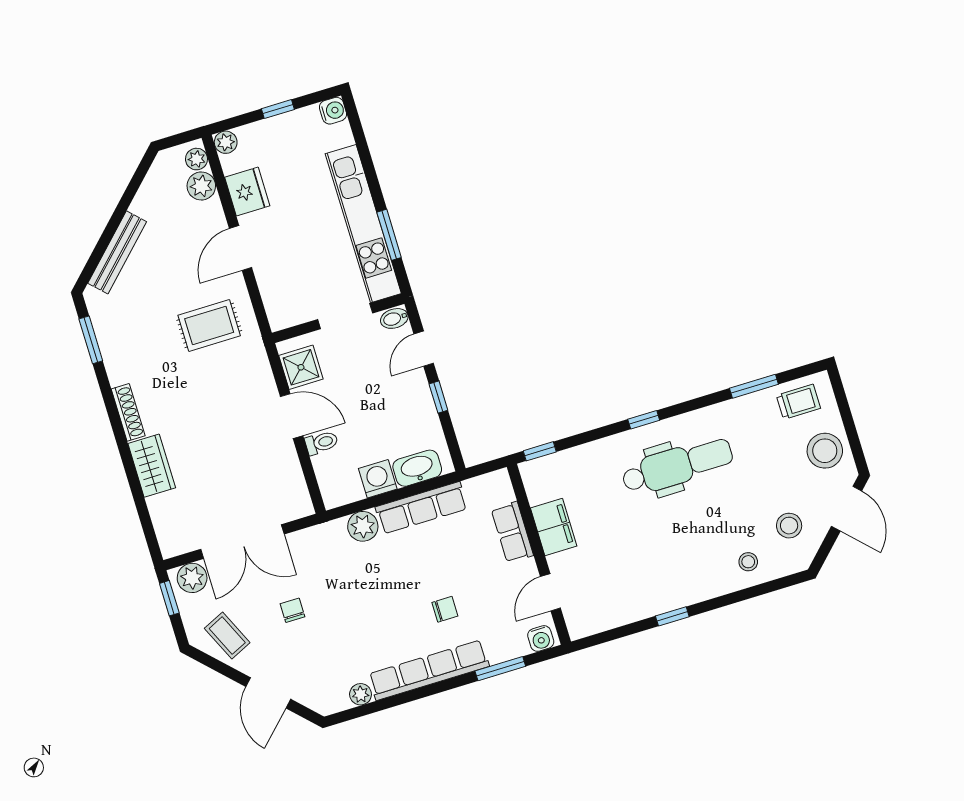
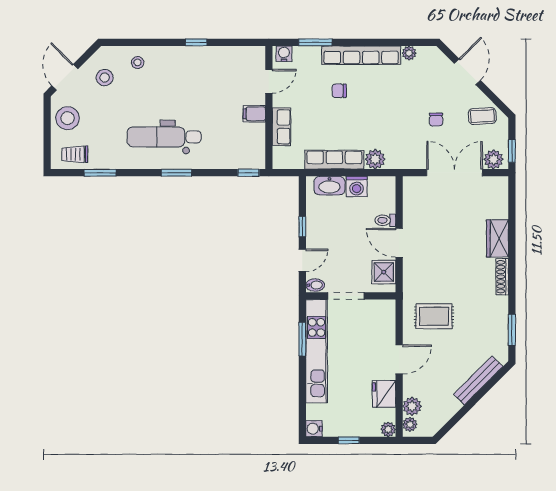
window: (644, 420) -> (176, 173), width x1.50
filing cabinet: (554, 527) -> (254, 114), width x0.50
coffee table: (227, 636) -> (482, 116), turned -68

